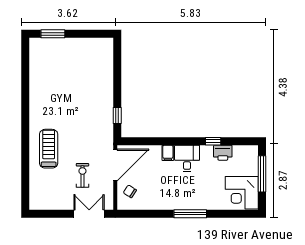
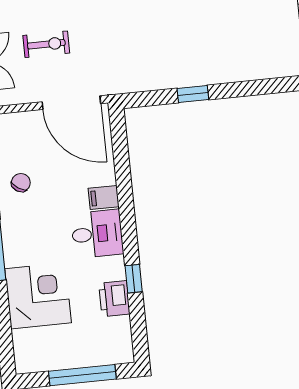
window: (117, 115) -> (193, 94), moved
chair: (130, 191) -> (21, 183), moved
corner desk: (242, 193) -> (38, 296), moved, turned 90

